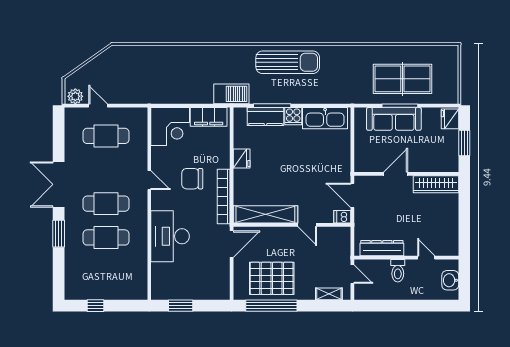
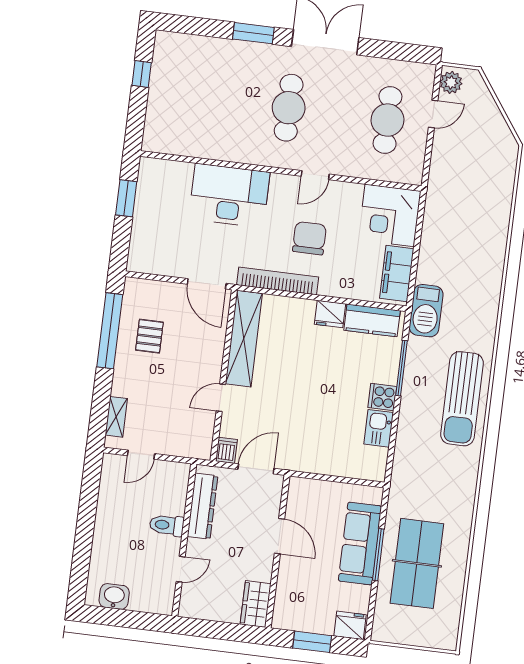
kitchen counter: (266, 116) -> (372, 320), moved, turned -90
kitchen sink: (325, 118) -> (379, 428), width x0.53, depth x0.81
wardrobe: (436, 184) -> (256, 604), width x0.67
cafe table: (106, 237) -> (239, 102), removed
dresser: (382, 248) -> (203, 506), moved
wall: (406, 258) -> (184, 540), moved
door: (426, 258) -> (181, 569), moved
toilet: (398, 271) -> (167, 525), moved
pallet: (272, 278) -> (149, 336), width x0.49, depth x0.50

